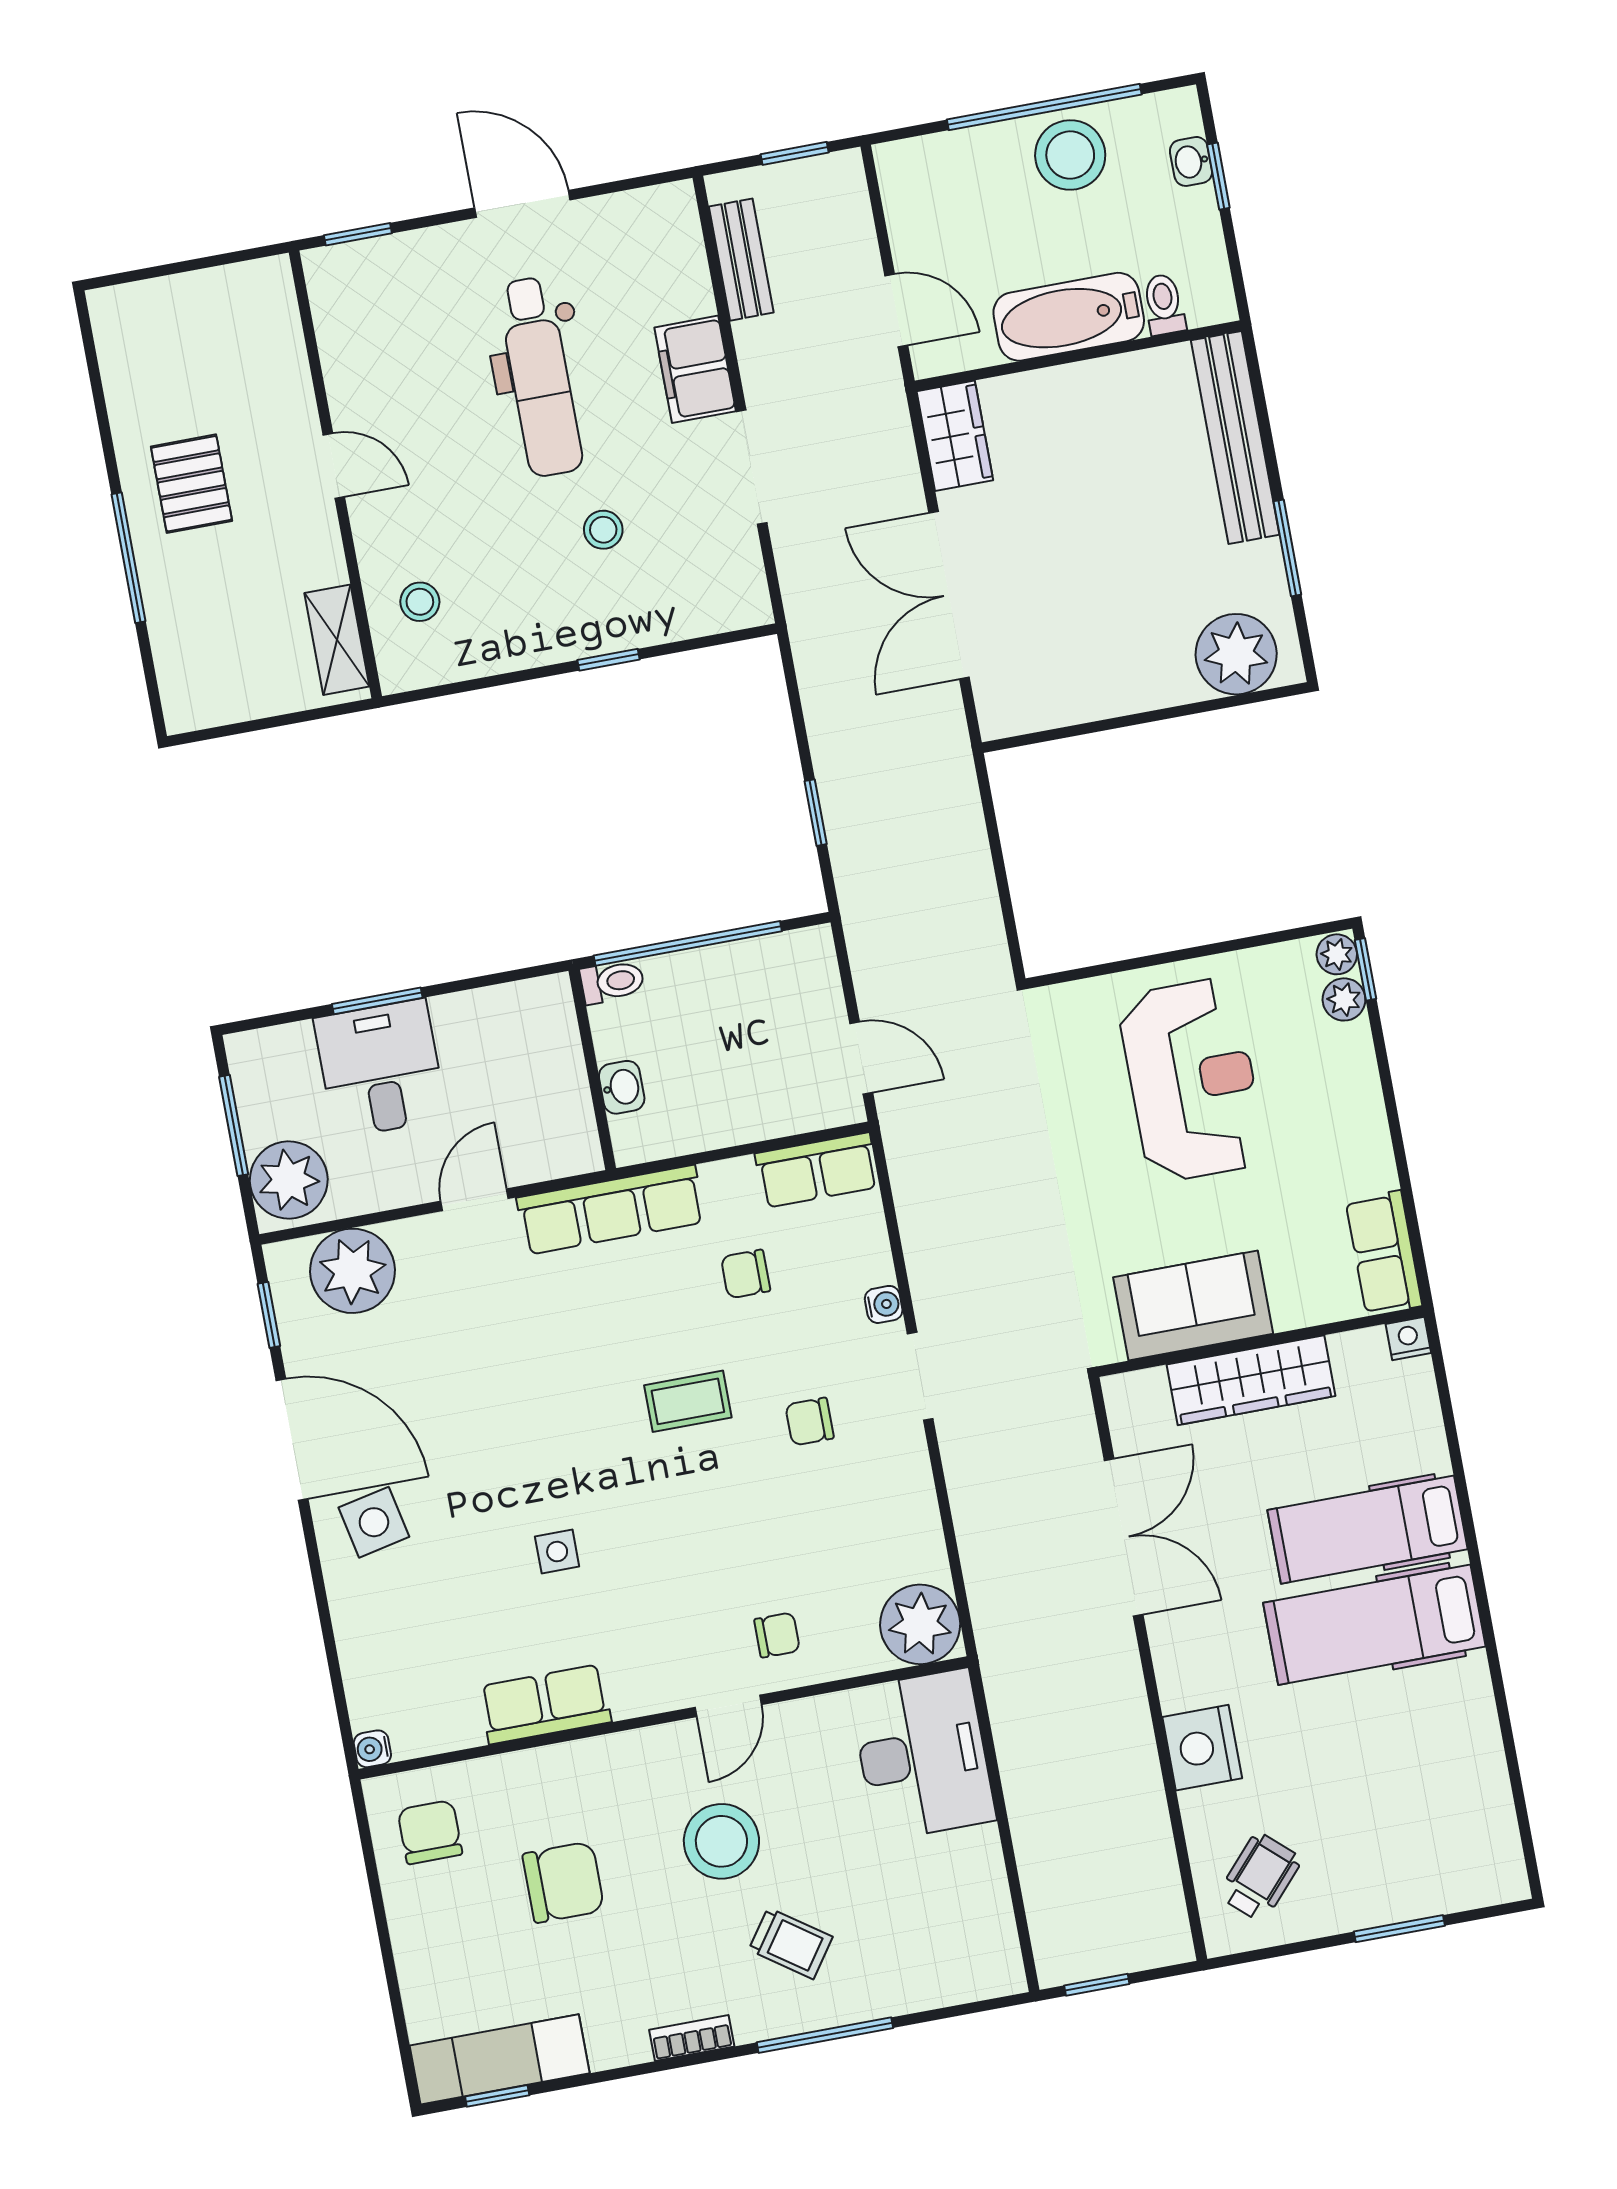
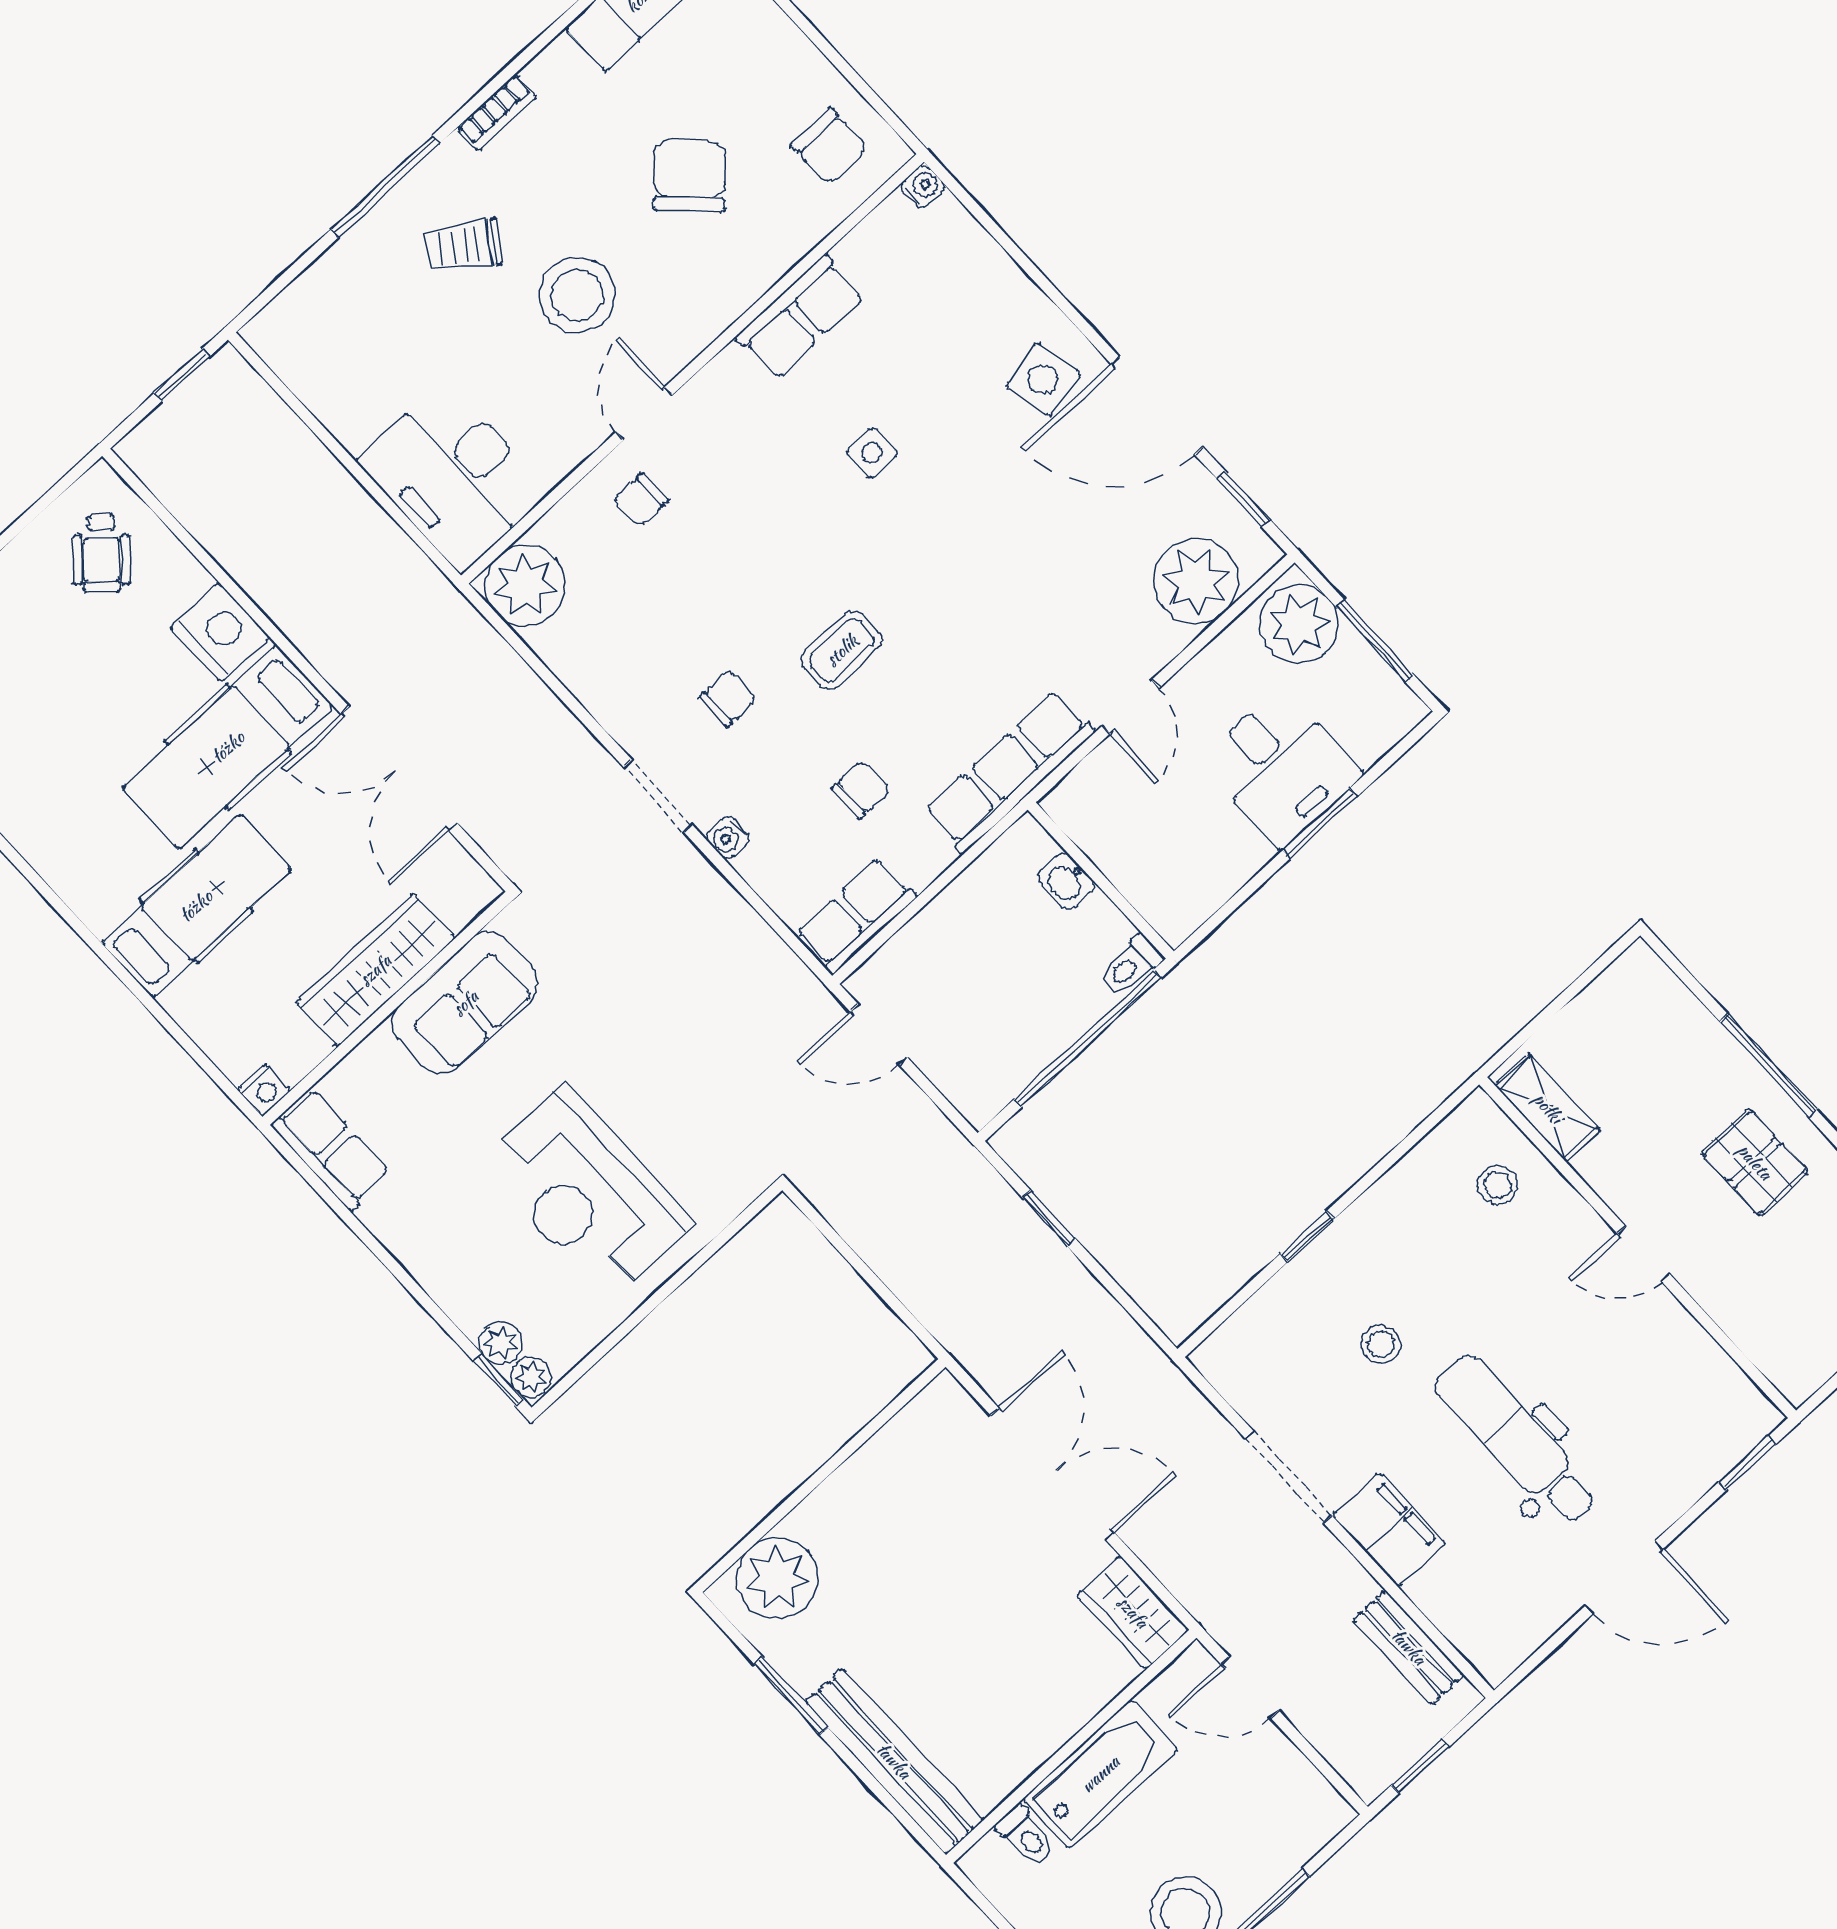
hospital bed: (1374, 1625) -> (228, 747), moved, turned 180
chair: (563, 1882) -> (689, 176), turned 134

